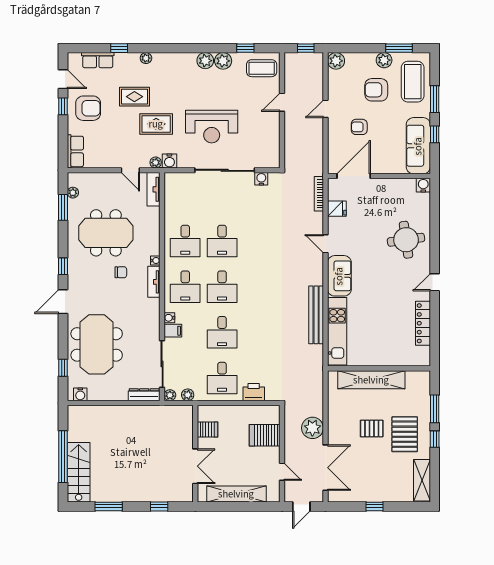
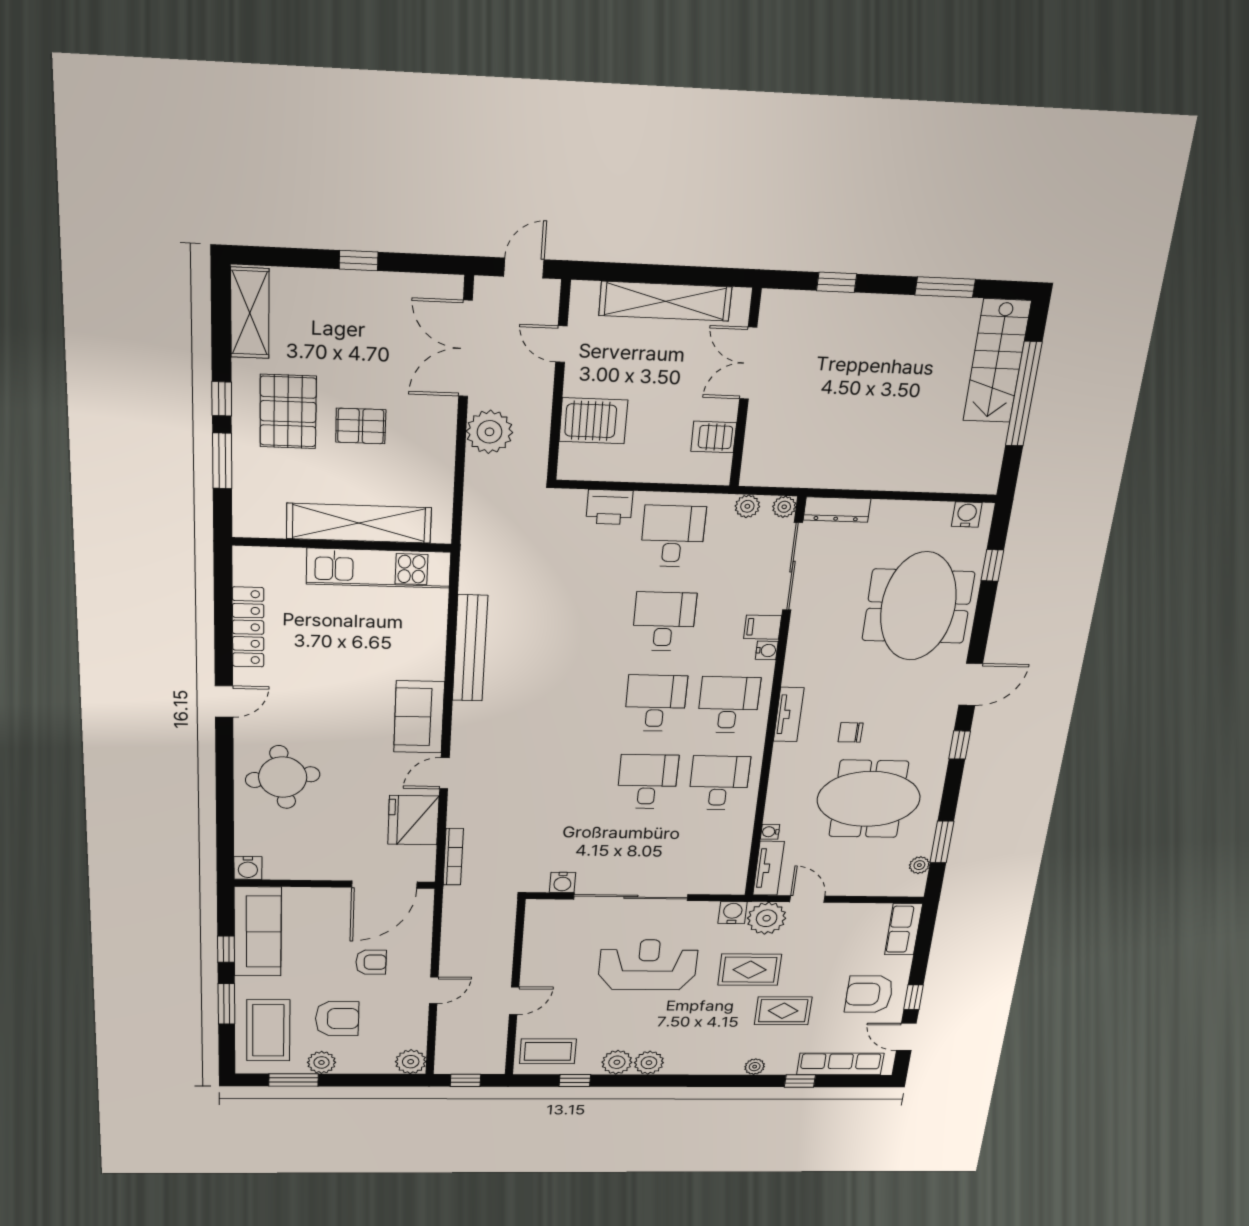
row of seats: (98, 60) -> (840, 1064), width x1.48
plant: (156, 163) -> (767, 918), width x1.88, depth x1.88
fridge: (337, 209) -> (413, 820), width x1.88, depth x1.34
door: (325, 244) -> (444, 773), swing flipped
water cooler: (155, 260) -> (770, 832), moved
kitchen unit: (337, 331) -> (379, 568), moved, turned -90

